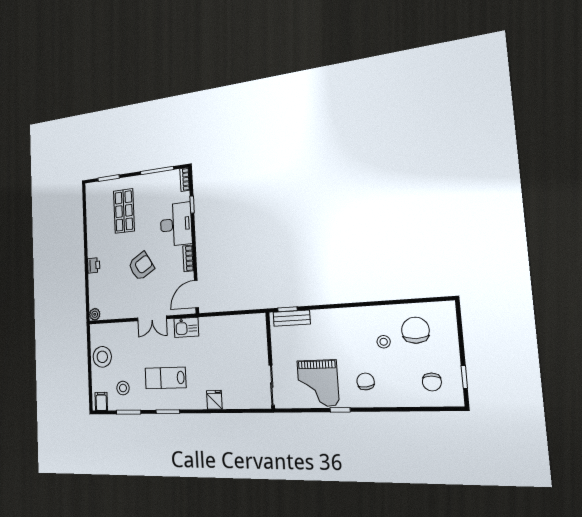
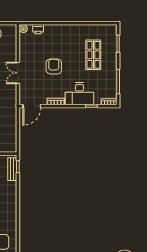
shop shelf: (124, 211) -> (93, 55), turned 90
printer: (94, 265) -> (38, 29), moved
armchair: (141, 266) -> (54, 67), turned -149
door: (196, 294) -> (32, 106), swing flipped
kitchen sink: (186, 327) -> (11, 98), removed

